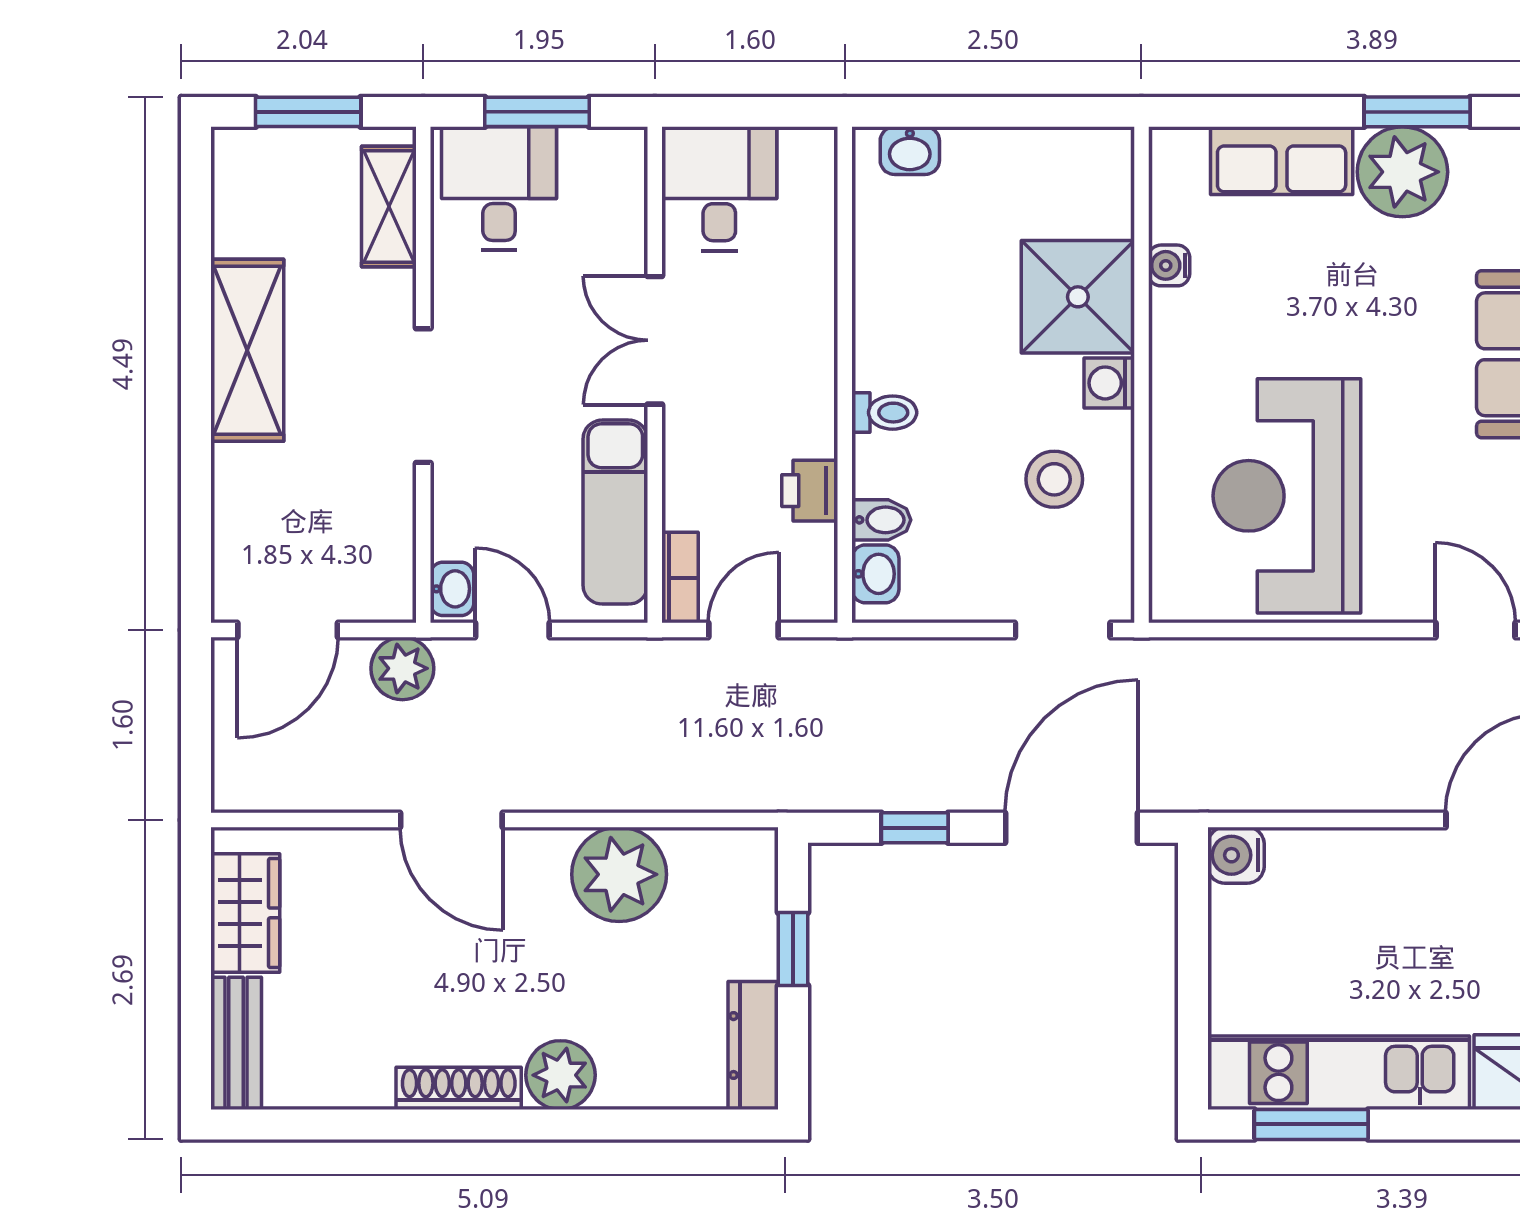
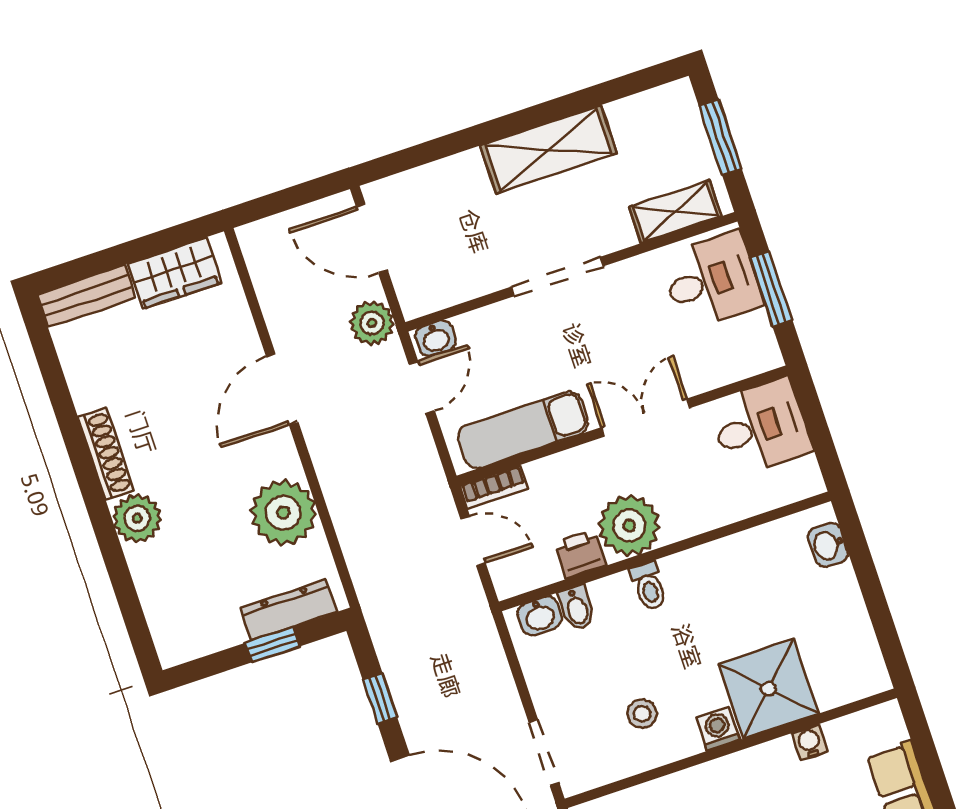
plant: (794, 411) -> (629, 526), added
stool: (1054, 479) -> (642, 714), width x0.73, depth x0.73
dresser: (753, 1046) -> (288, 610), moved

